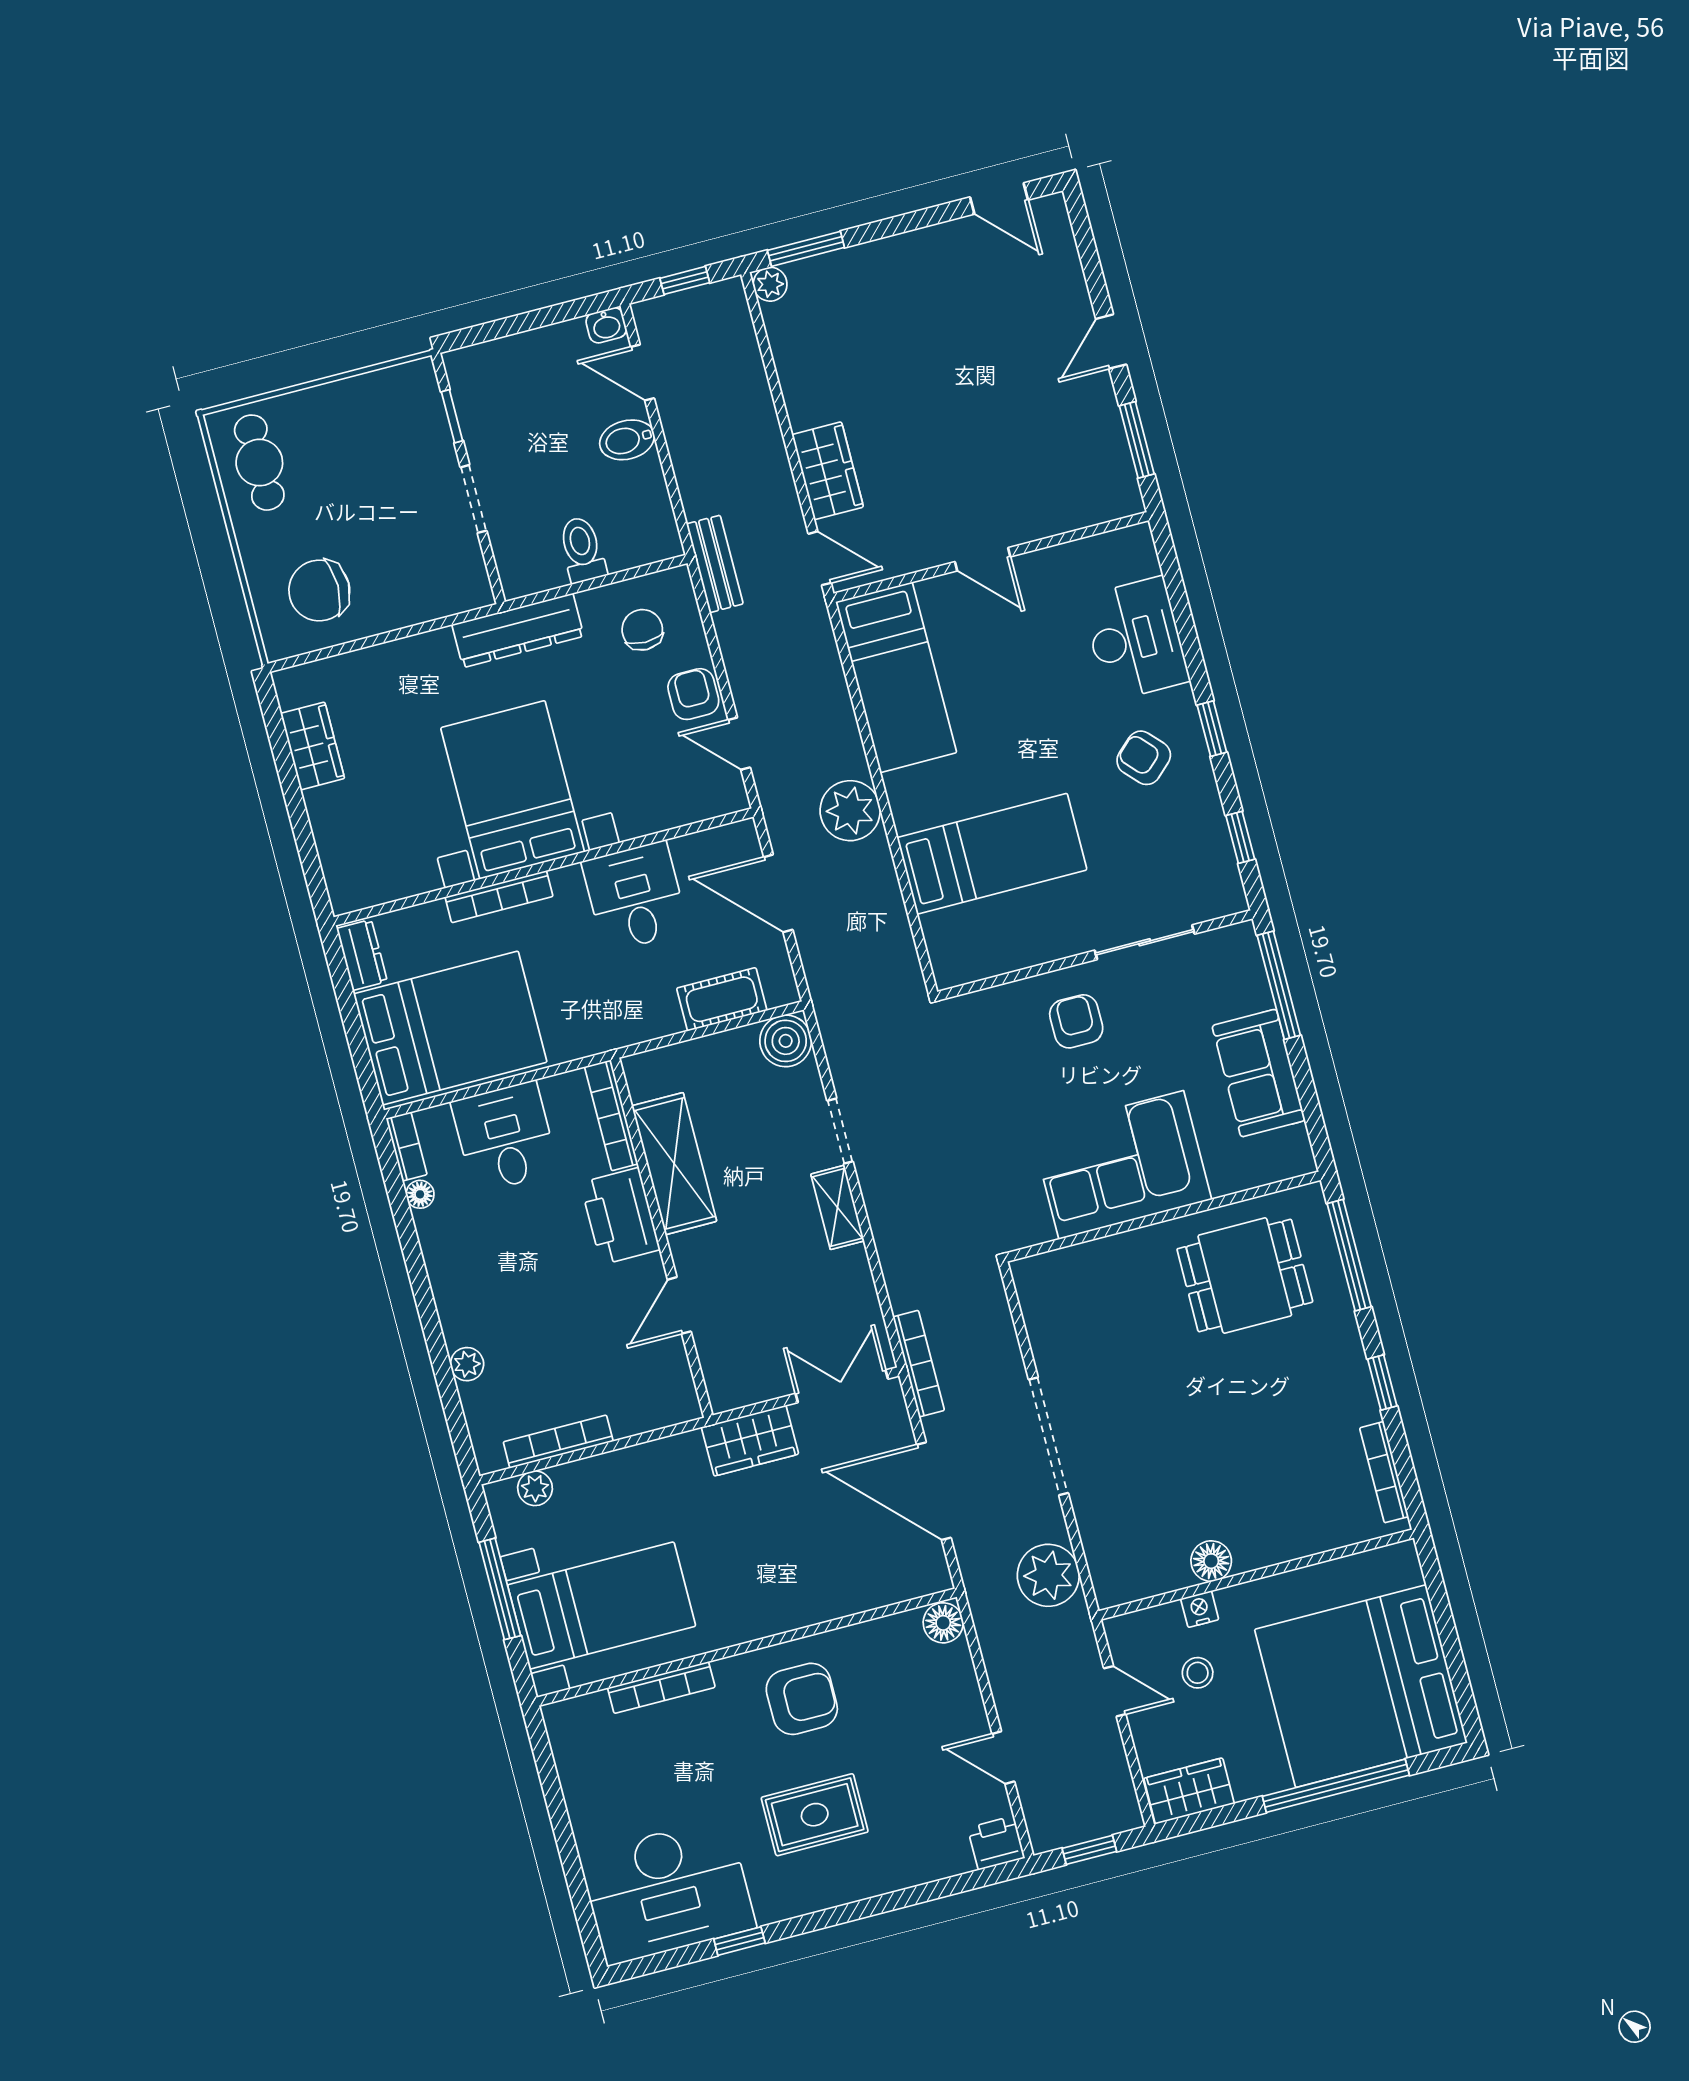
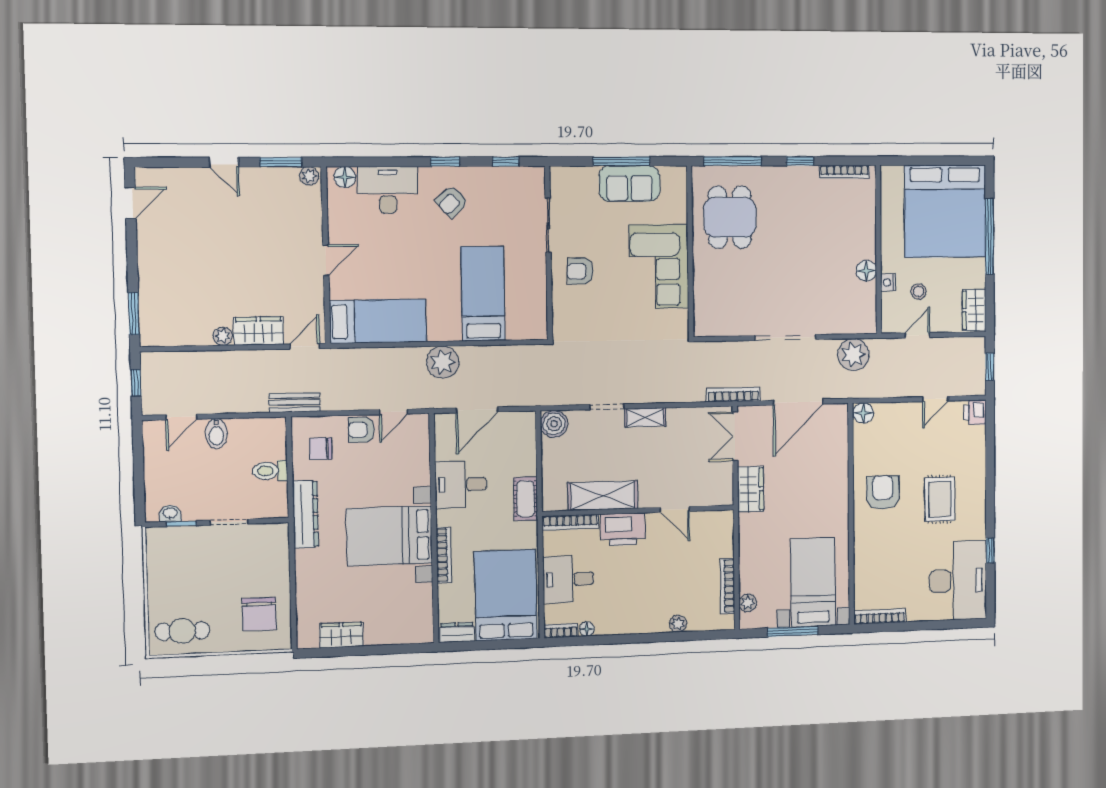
plant: (770, 284) -> (223, 336), moved
washbasin: (606, 325) -> (170, 513), moved, turned -90
plant: (1125, 495) -> (309, 176), added
floor lamp: (1139, 558) -> (345, 177), added
window: (1279, 985) -> (622, 161), moved
cot: (722, 999) -> (526, 499), moved
bookcase: (661, 1687) -> (880, 616), moved, turned -90

